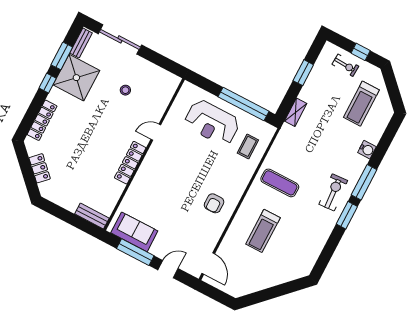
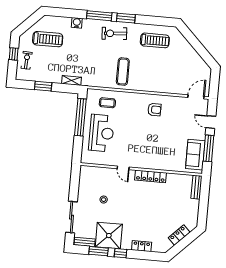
locker: (42, 120) -> (142, 246), width x0.66
treadmill: (263, 231) -> (155, 40), moved

